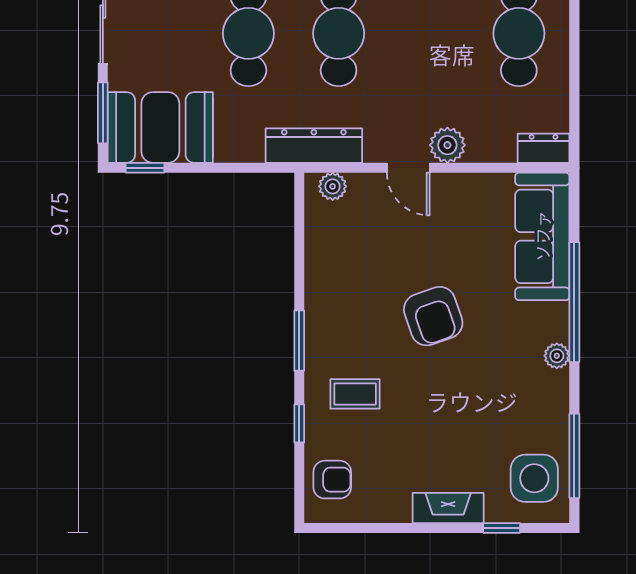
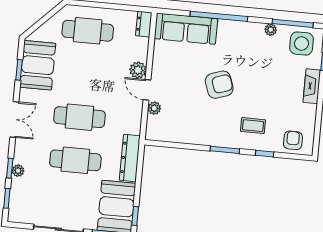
dresser: (314, 146) -> (130, 158), moved
door: (408, 168) -> (147, 90), swing flipped
plant: (333, 186) -> (154, 108), moved
plant: (557, 356) -> (271, 30), moved
coffee table: (355, 394) -> (253, 126), turned 90

